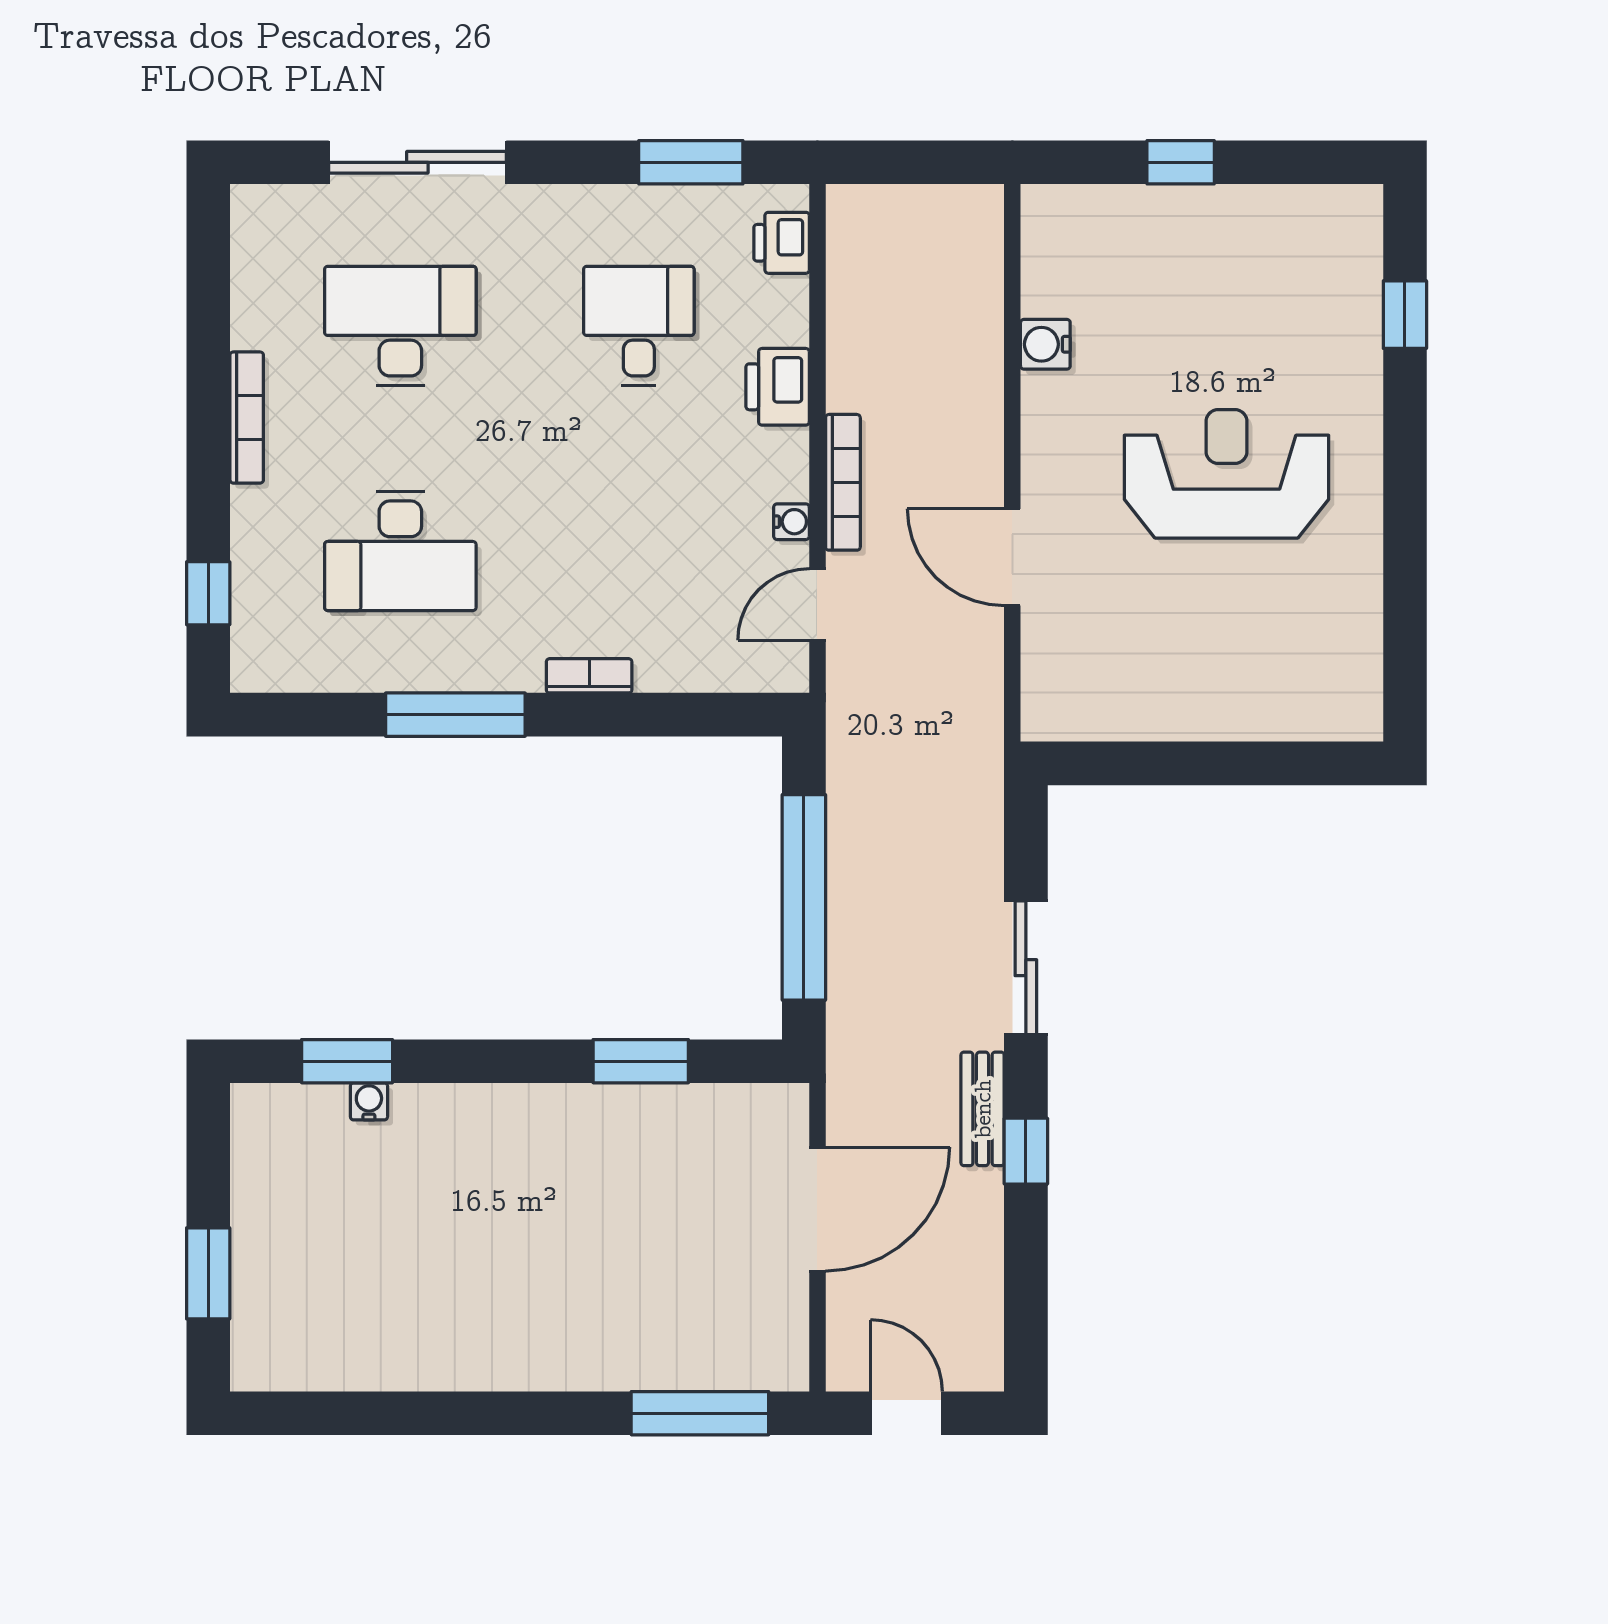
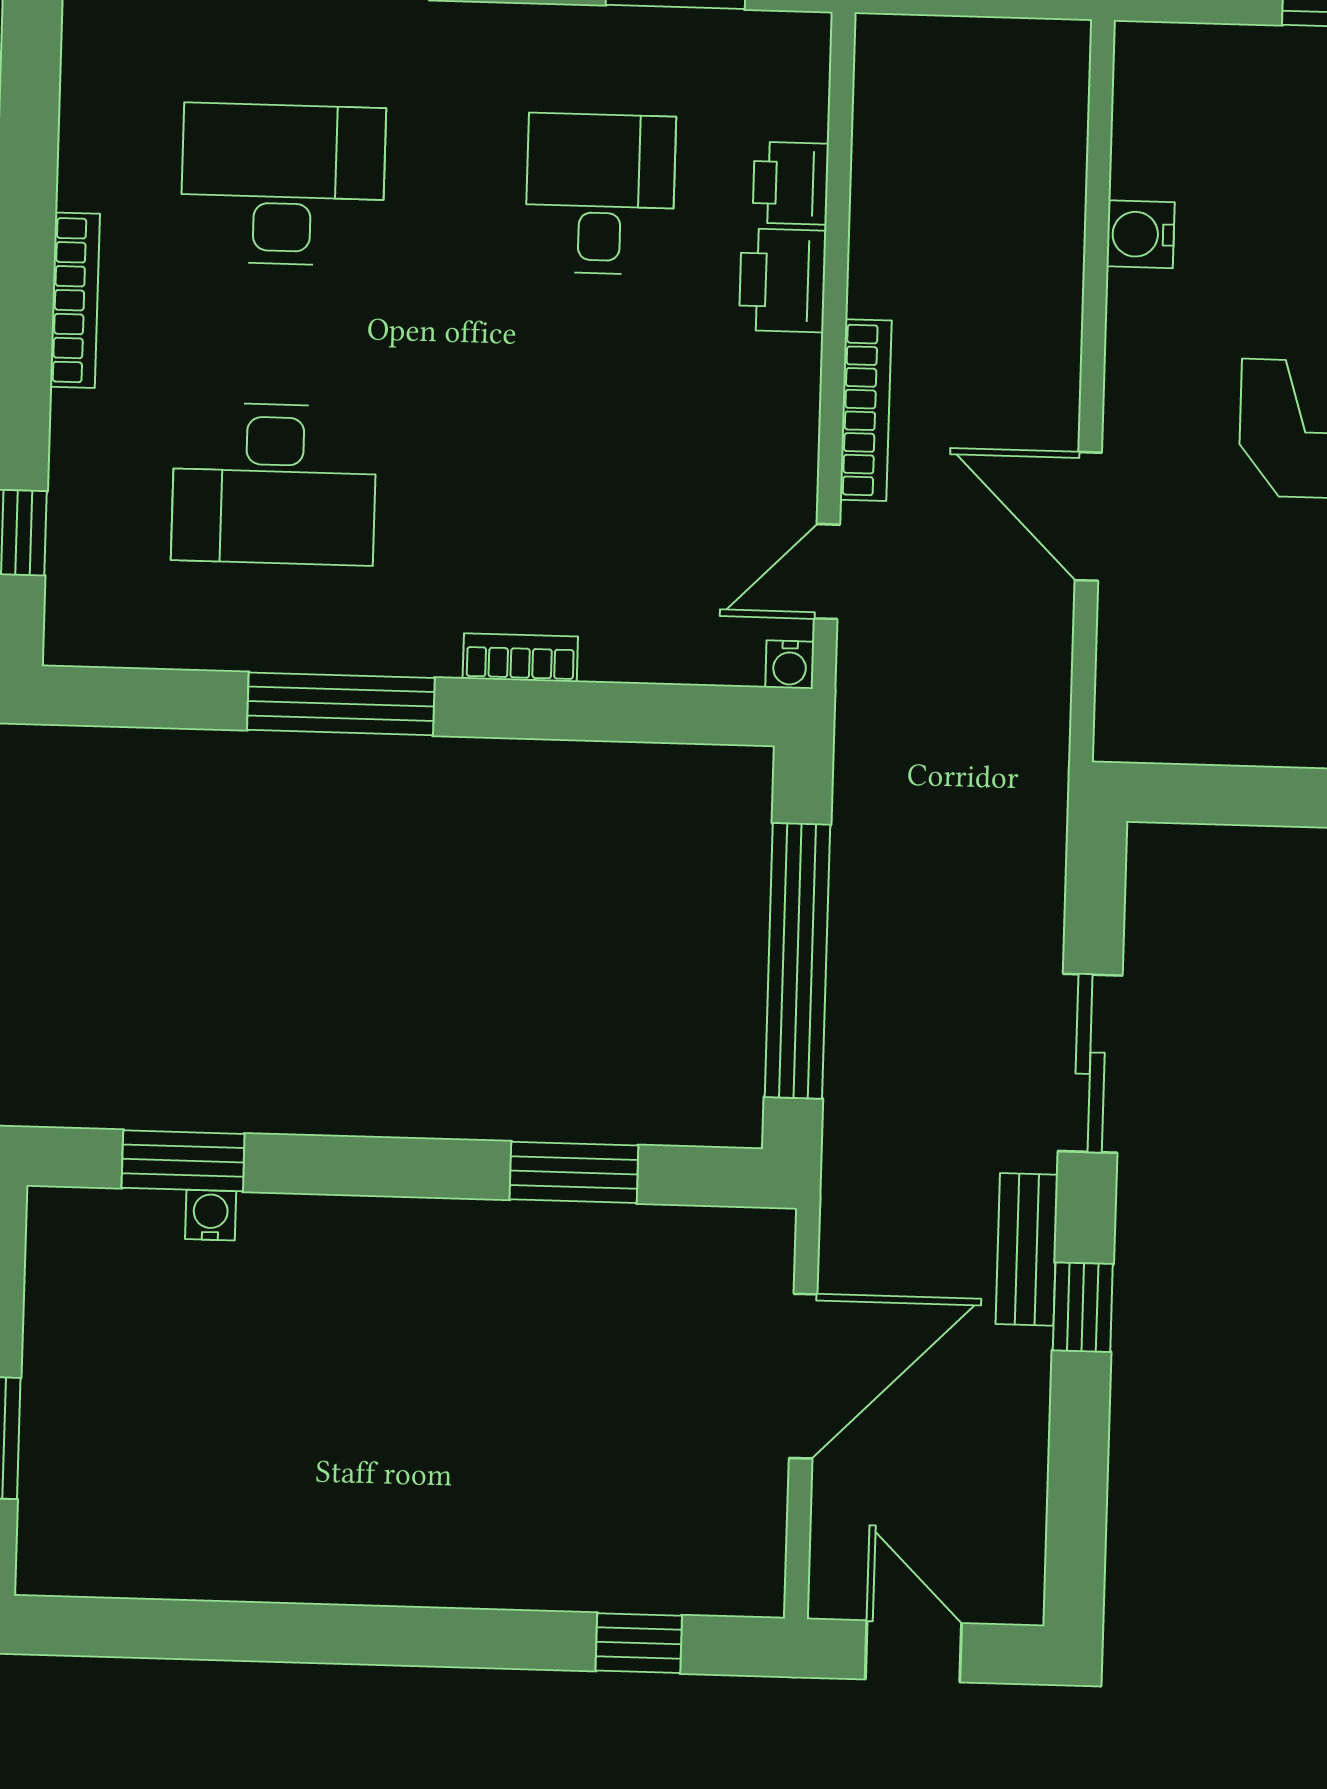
printer: (782, 243) -> (791, 183), moved
water cooler: (791, 522) -> (790, 665), moved, turned 90
window: (700, 1413) -> (639, 1643), width x0.46

